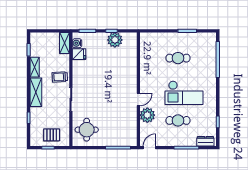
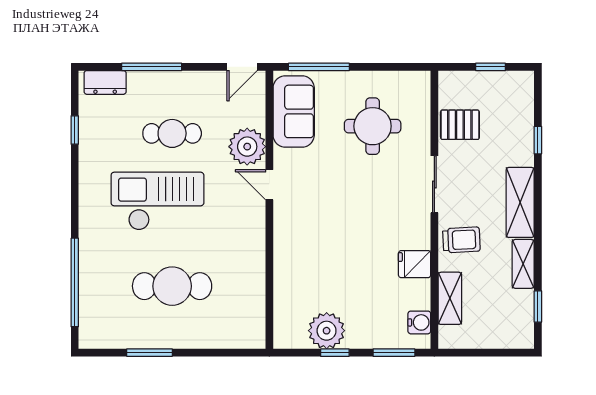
shelving: (65, 43) -> (450, 298), moved
fridge: (79, 54) -> (415, 264), moved
cafe table: (178, 58) -> (172, 286), width x1.37, depth x1.35
door: (138, 99) -> (269, 185), hinge flipped
sofa: (128, 129) -> (294, 111), added
round table: (87, 130) -> (373, 126), moved
pallet: (52, 135) -> (460, 125), moved

